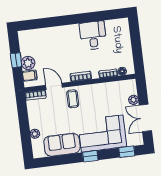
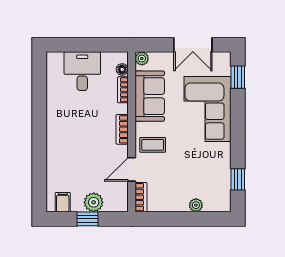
desk: (93, 35) -> (82, 71), moved, turned 90
filing cabinet: (30, 76) -> (63, 202), moved
plant: (133, 100) -> (142, 58), moved
sofa: (62, 145) -> (150, 96), moved, turned 180
window: (90, 156) -> (238, 179), moved

